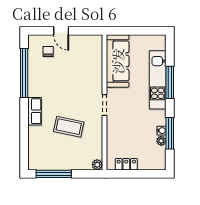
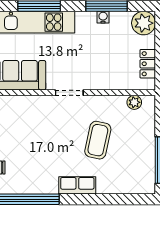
plant: (161, 141) -> (144, 23), moved, width x1.88, depth x1.88
plant: (97, 165) -> (134, 102), moved

